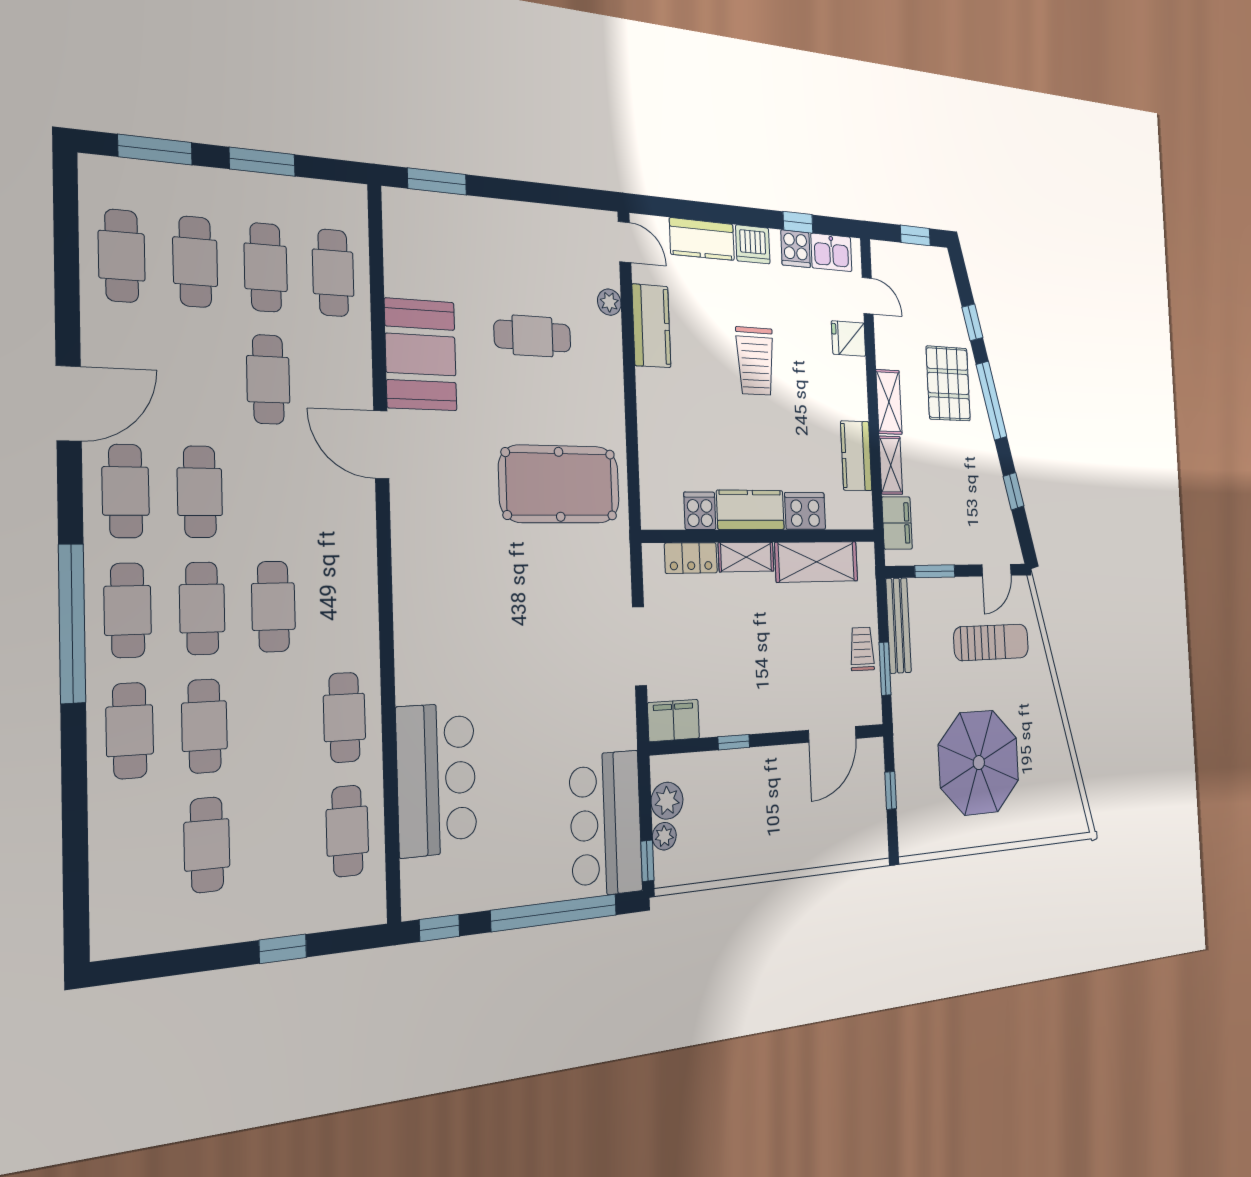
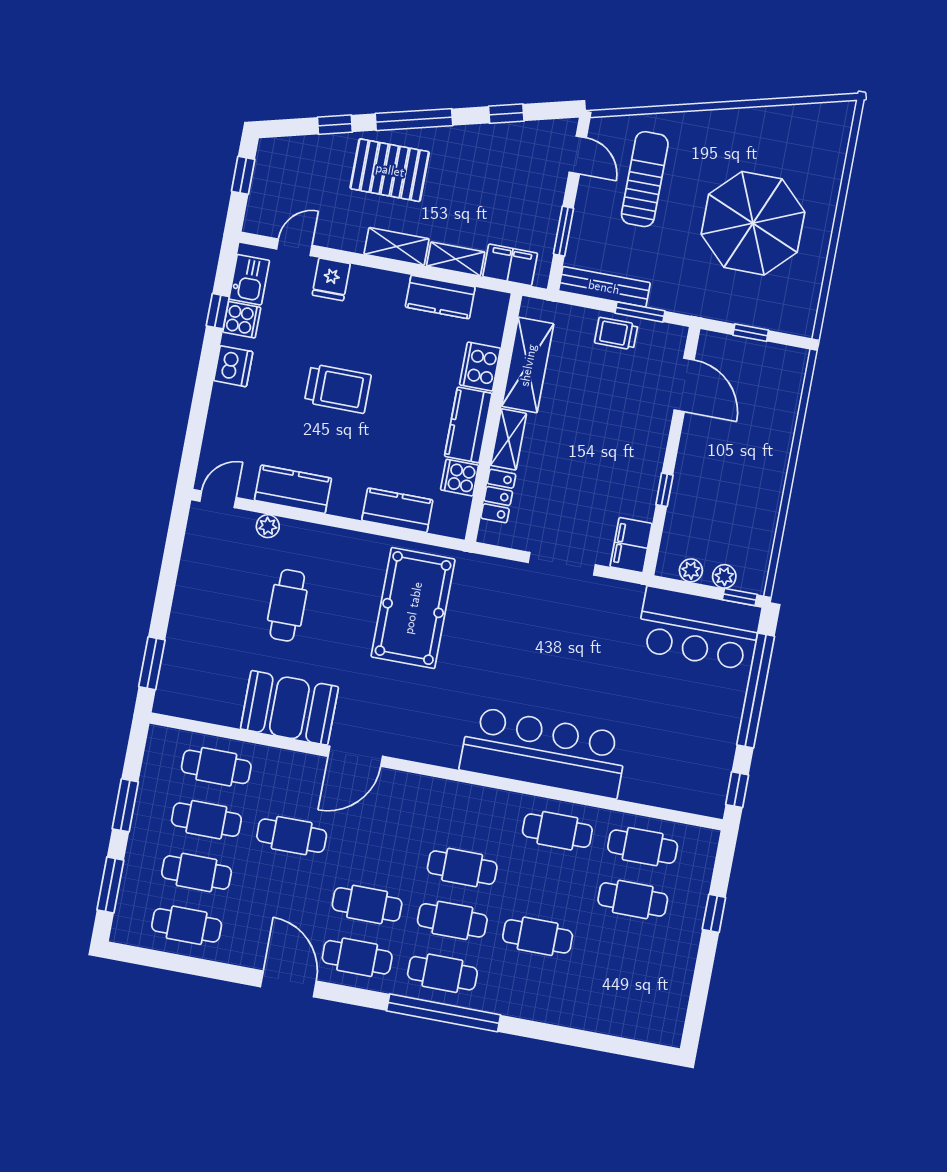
kitchen counter: (702, 239) -> (397, 510), moved, turned -90
cafe table: (130, 731) -> (528, 989), removed
bar counter: (437, 779) -> (544, 752), moved, width x1.36
plant: (667, 801) -> (691, 570), width x0.73, depth x0.73
cafe table: (207, 845) -> (633, 899), moved

